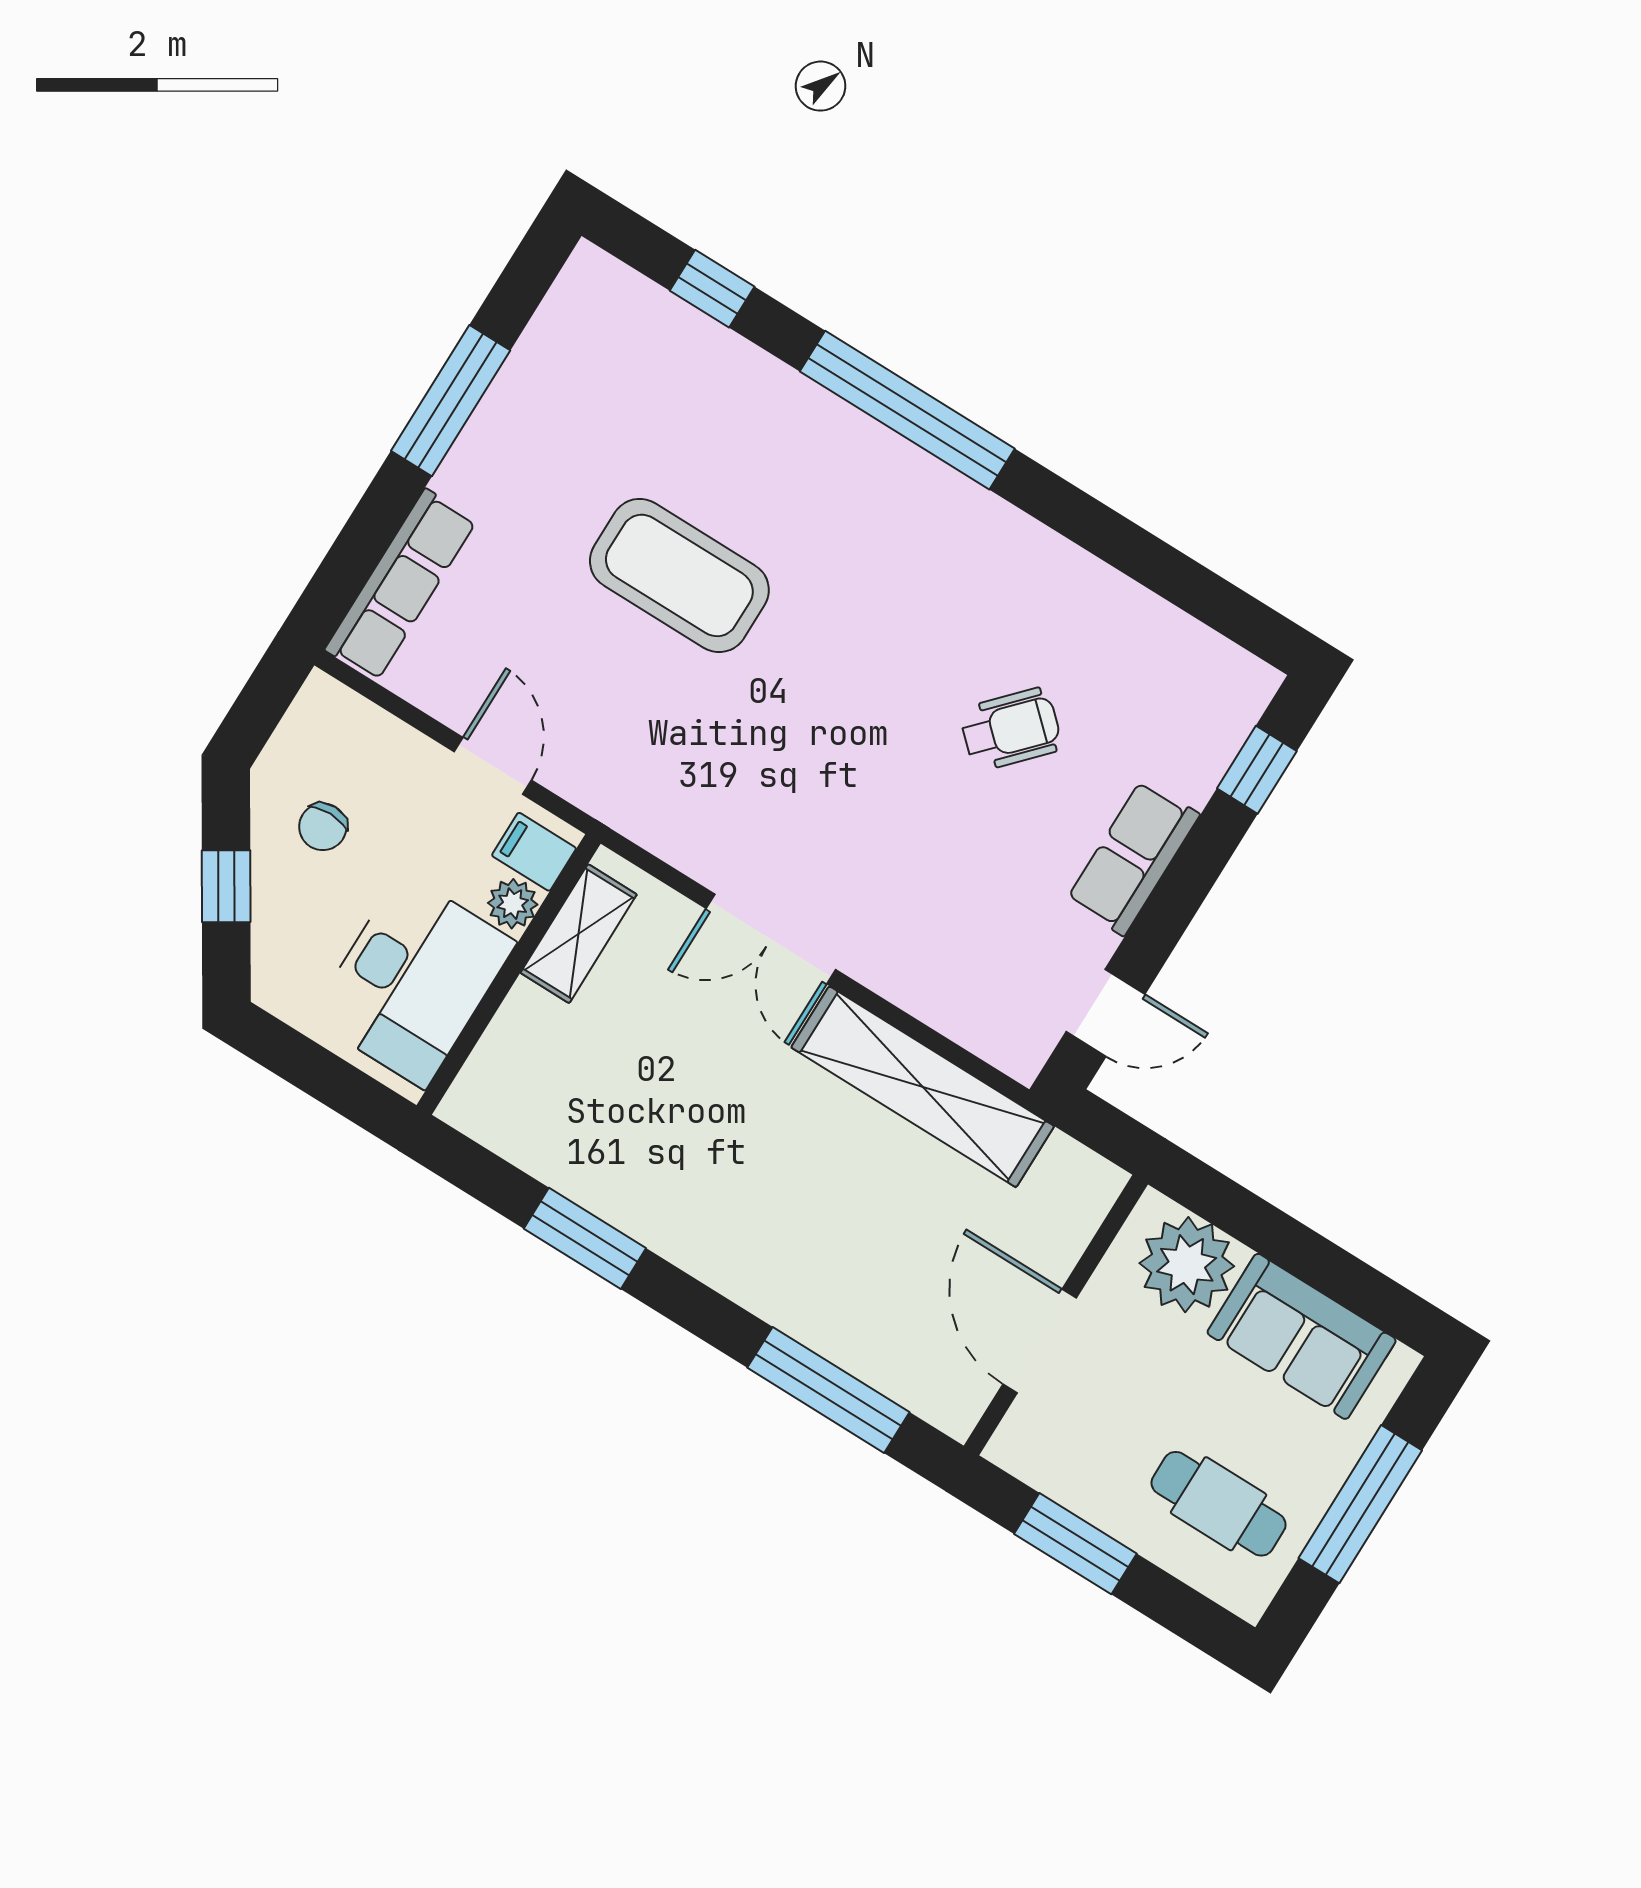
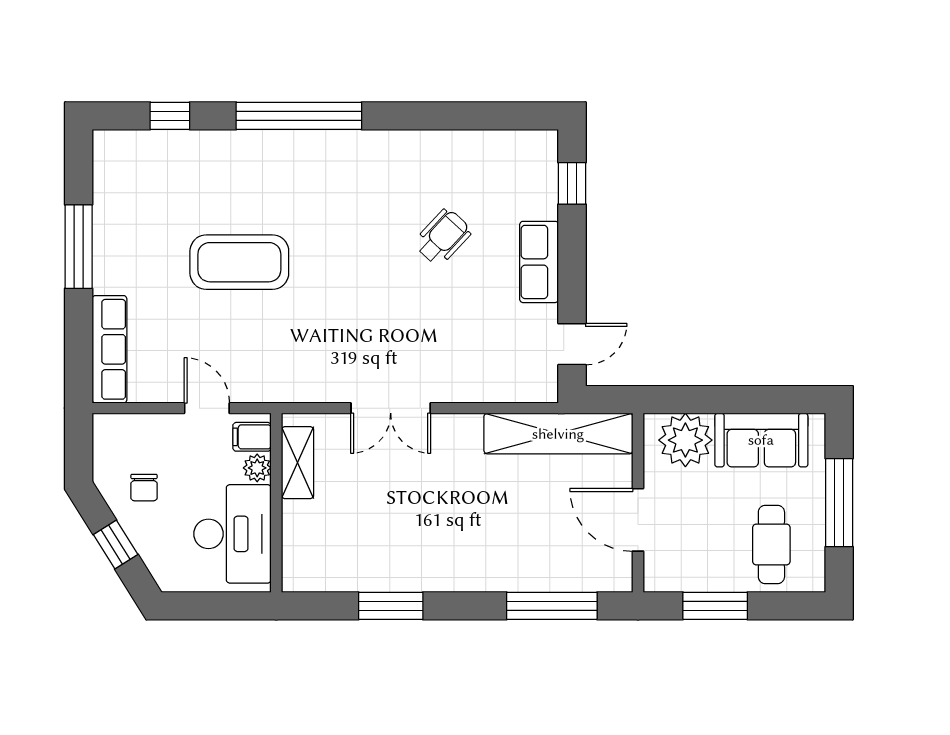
shelving: (923, 1087) -> (558, 434), moved
cafe table: (1219, 1504) -> (771, 544), turned 90

